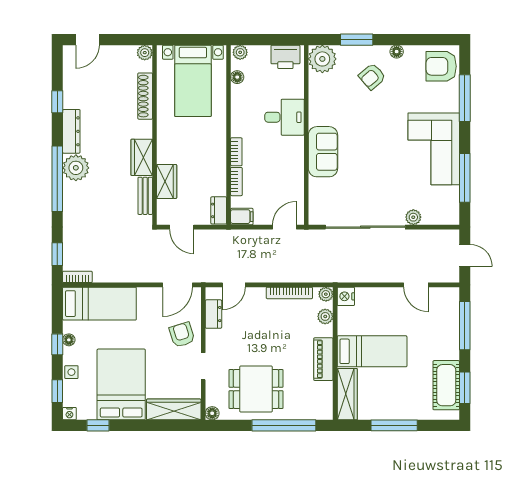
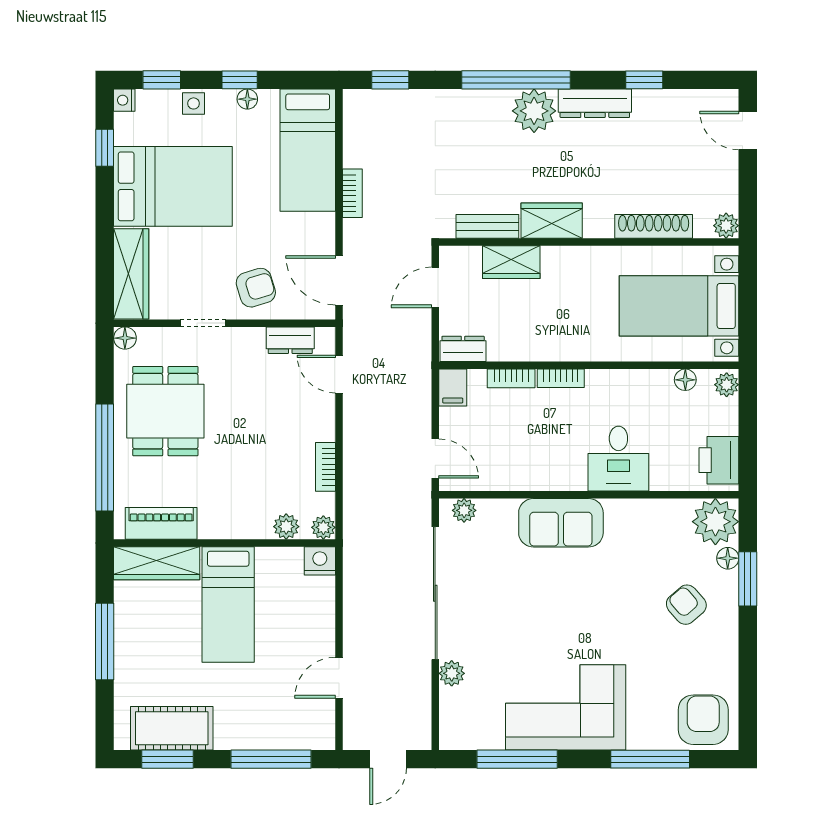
floor lamp: (397, 52) -> (728, 558), moved
plant: (316, 210) -> (464, 510), added
bookcase: (77, 277) -> (352, 193), moved
bookcase: (289, 293) -> (326, 467), width x0.64
piano: (323, 359) -> (161, 523), moved

